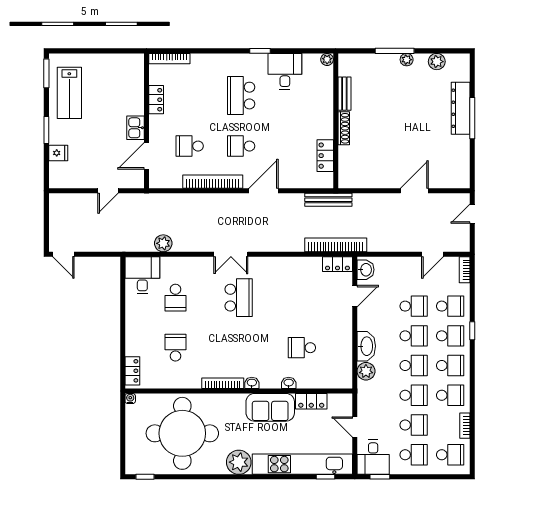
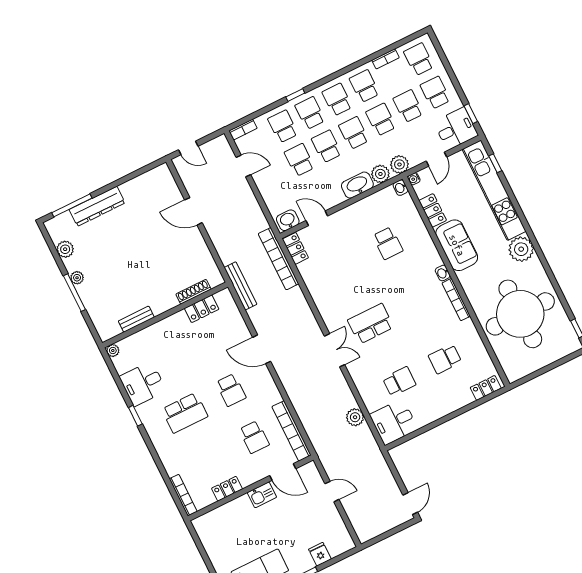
window: (472, 118) -> (72, 205), moved
shoe rack: (344, 128) -> (193, 292), moved
bookcase: (213, 182) -> (292, 431), moved
washbasin: (289, 383) -> (400, 188), moved
plant: (366, 392) -> (399, 164), added
water cooler: (130, 399) -> (414, 179), moved

